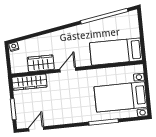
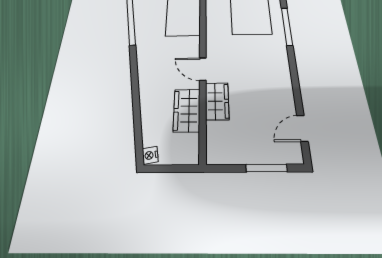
wardrobe: (29, 82) -> (217, 101), moved, width x0.67
door: (36, 129) -> (302, 128), hinge flipped

